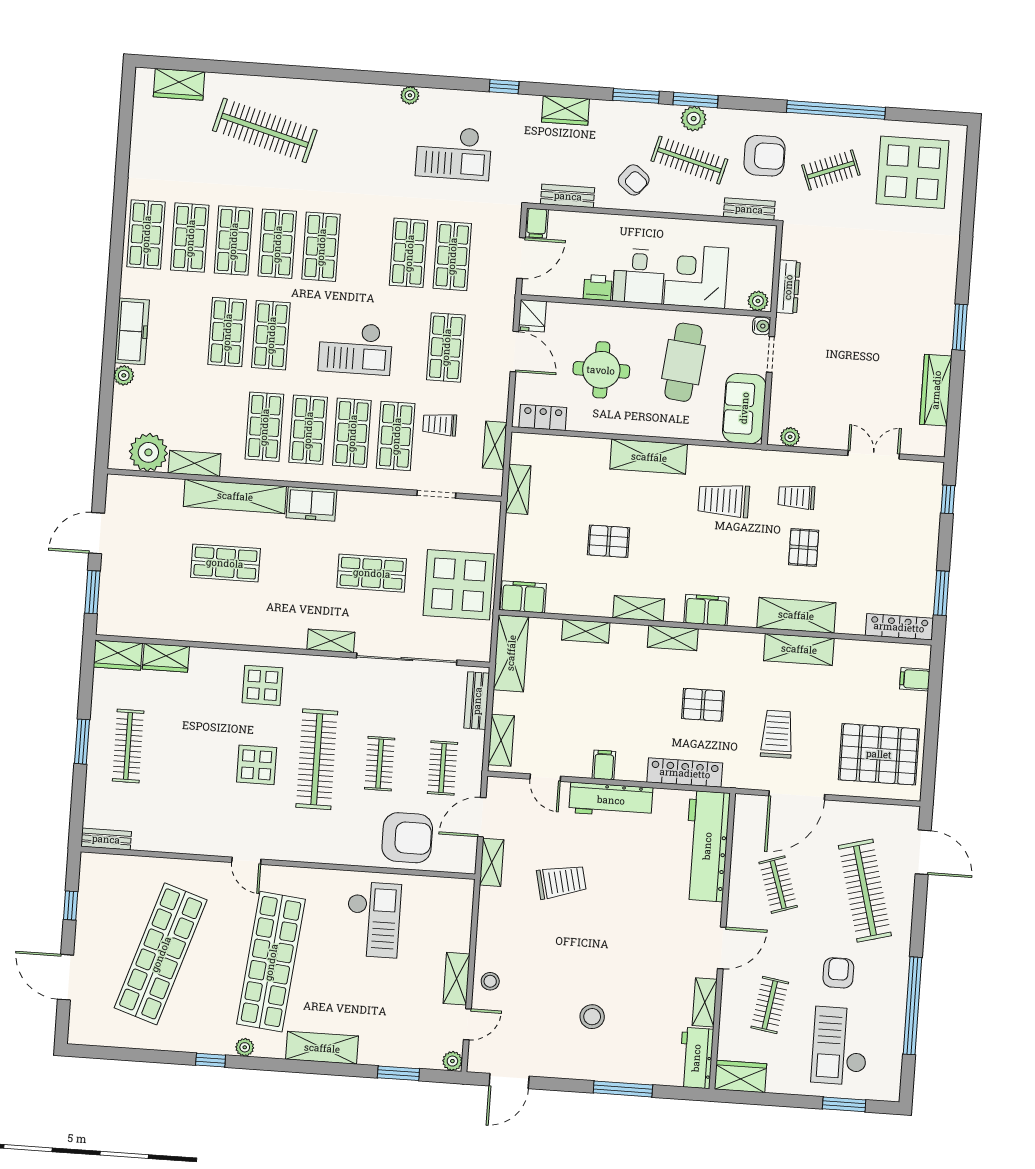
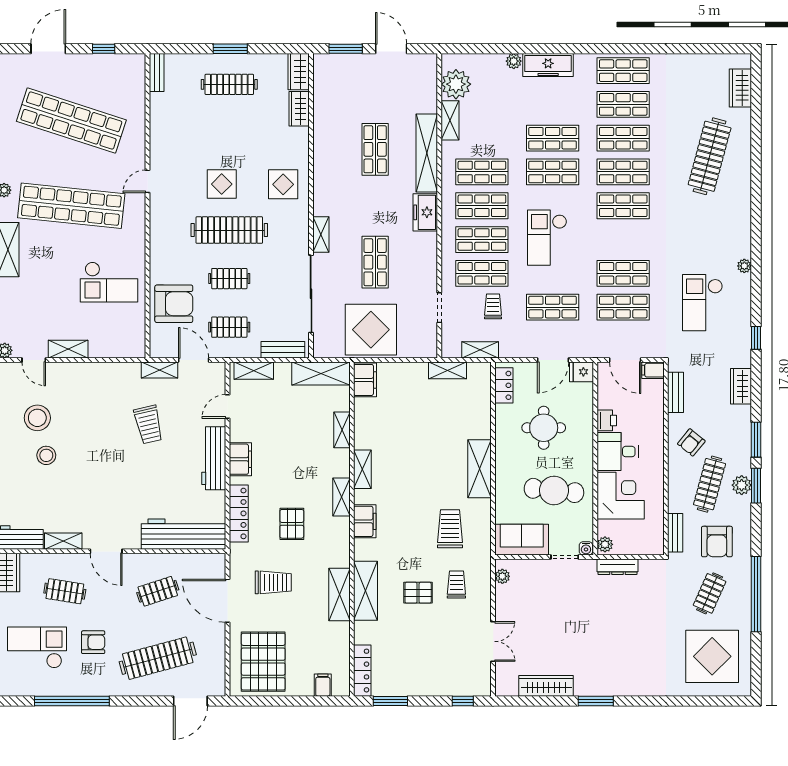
clothes rail: (831, 170) -> (710, 593), turned 45
pallet: (609, 541) -> (412, 442), removed
filing cabinet: (604, 765) -> (240, 459), width x2.00
armchair: (407, 838) -> (174, 304), turned -90
stool: (490, 981) -> (37, 418), moved, width x1.89, depth x1.89

